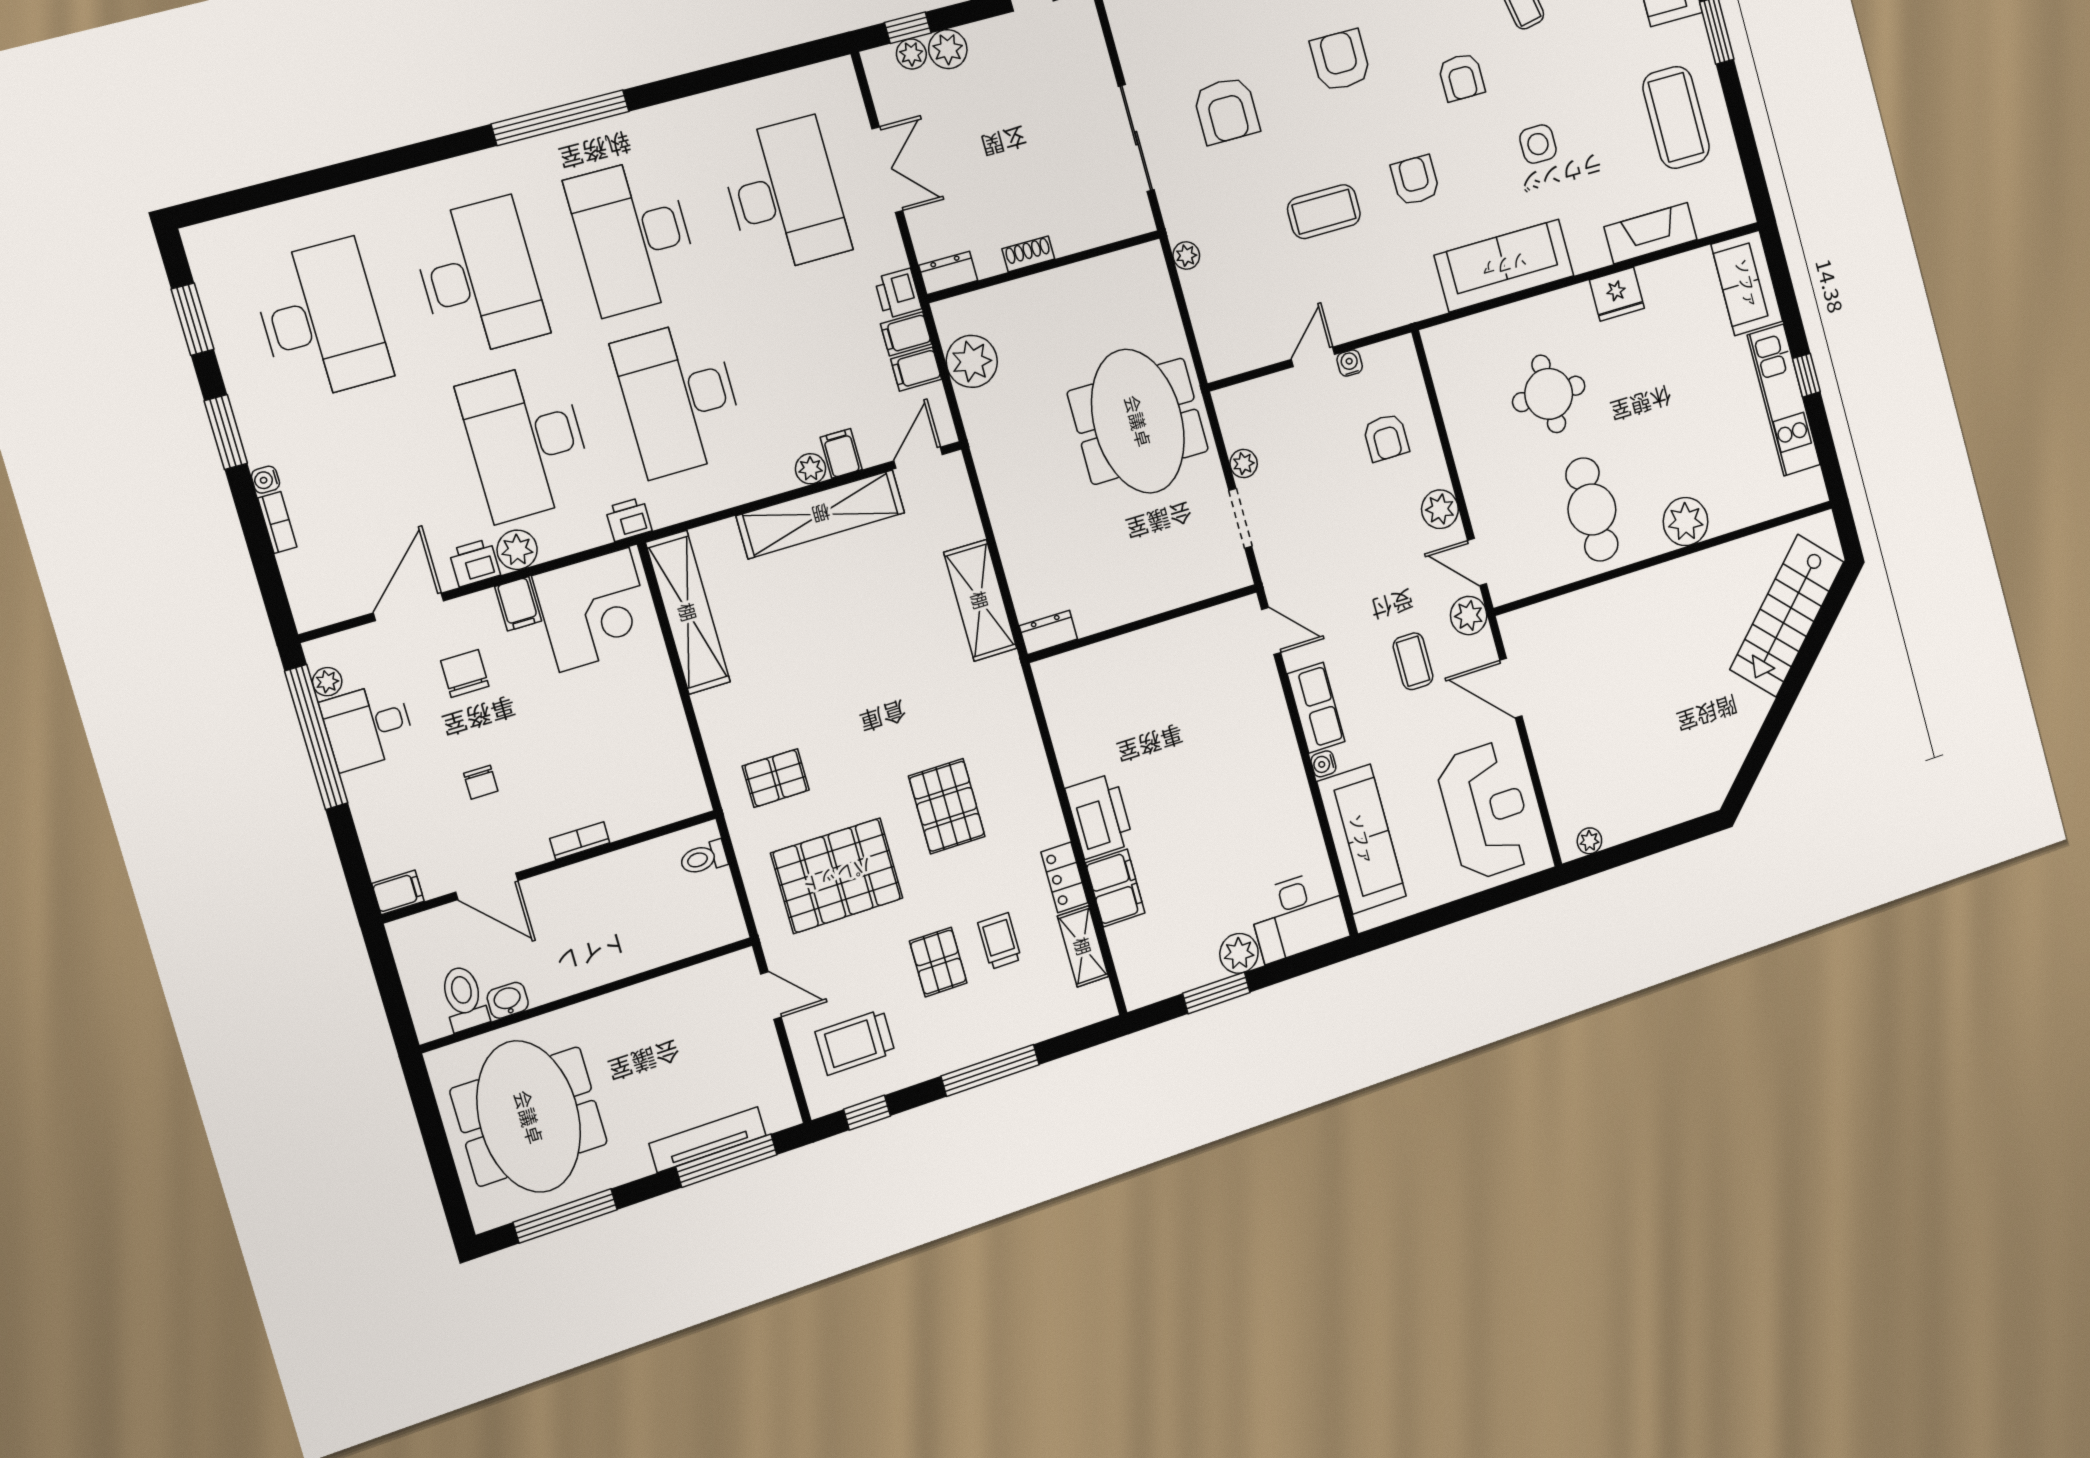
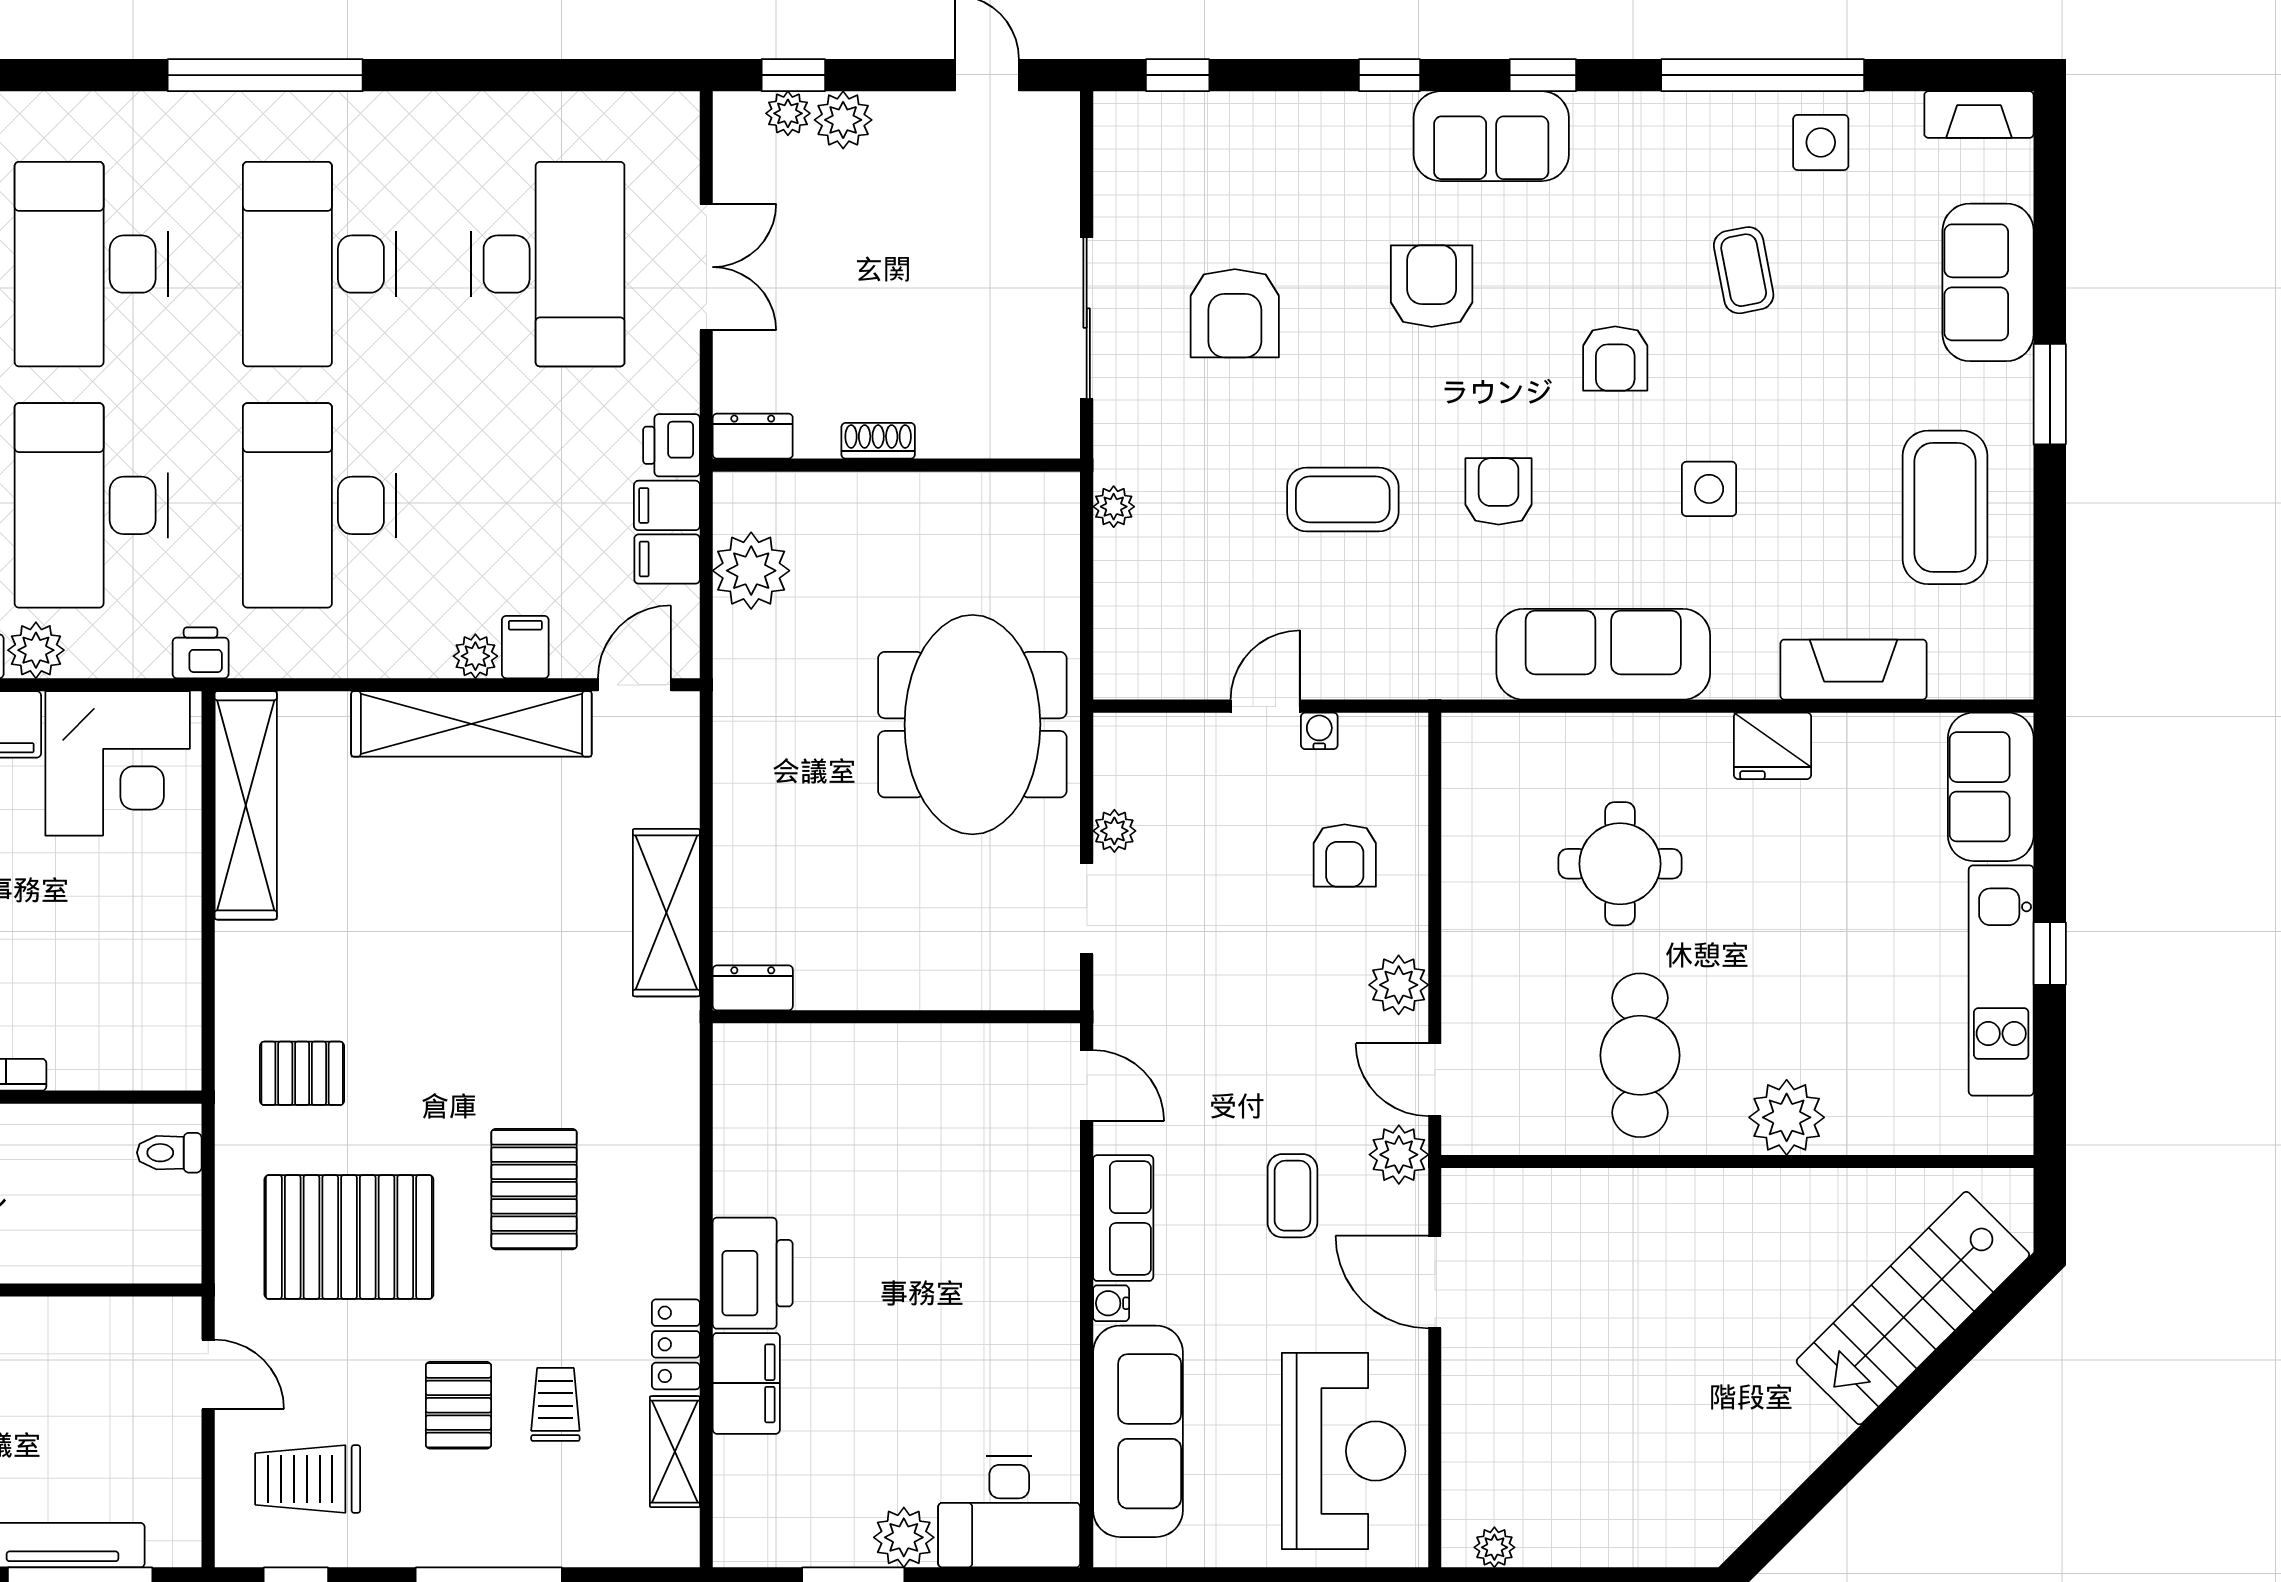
desk: (479, 278) -> (91, 264), turned 180

